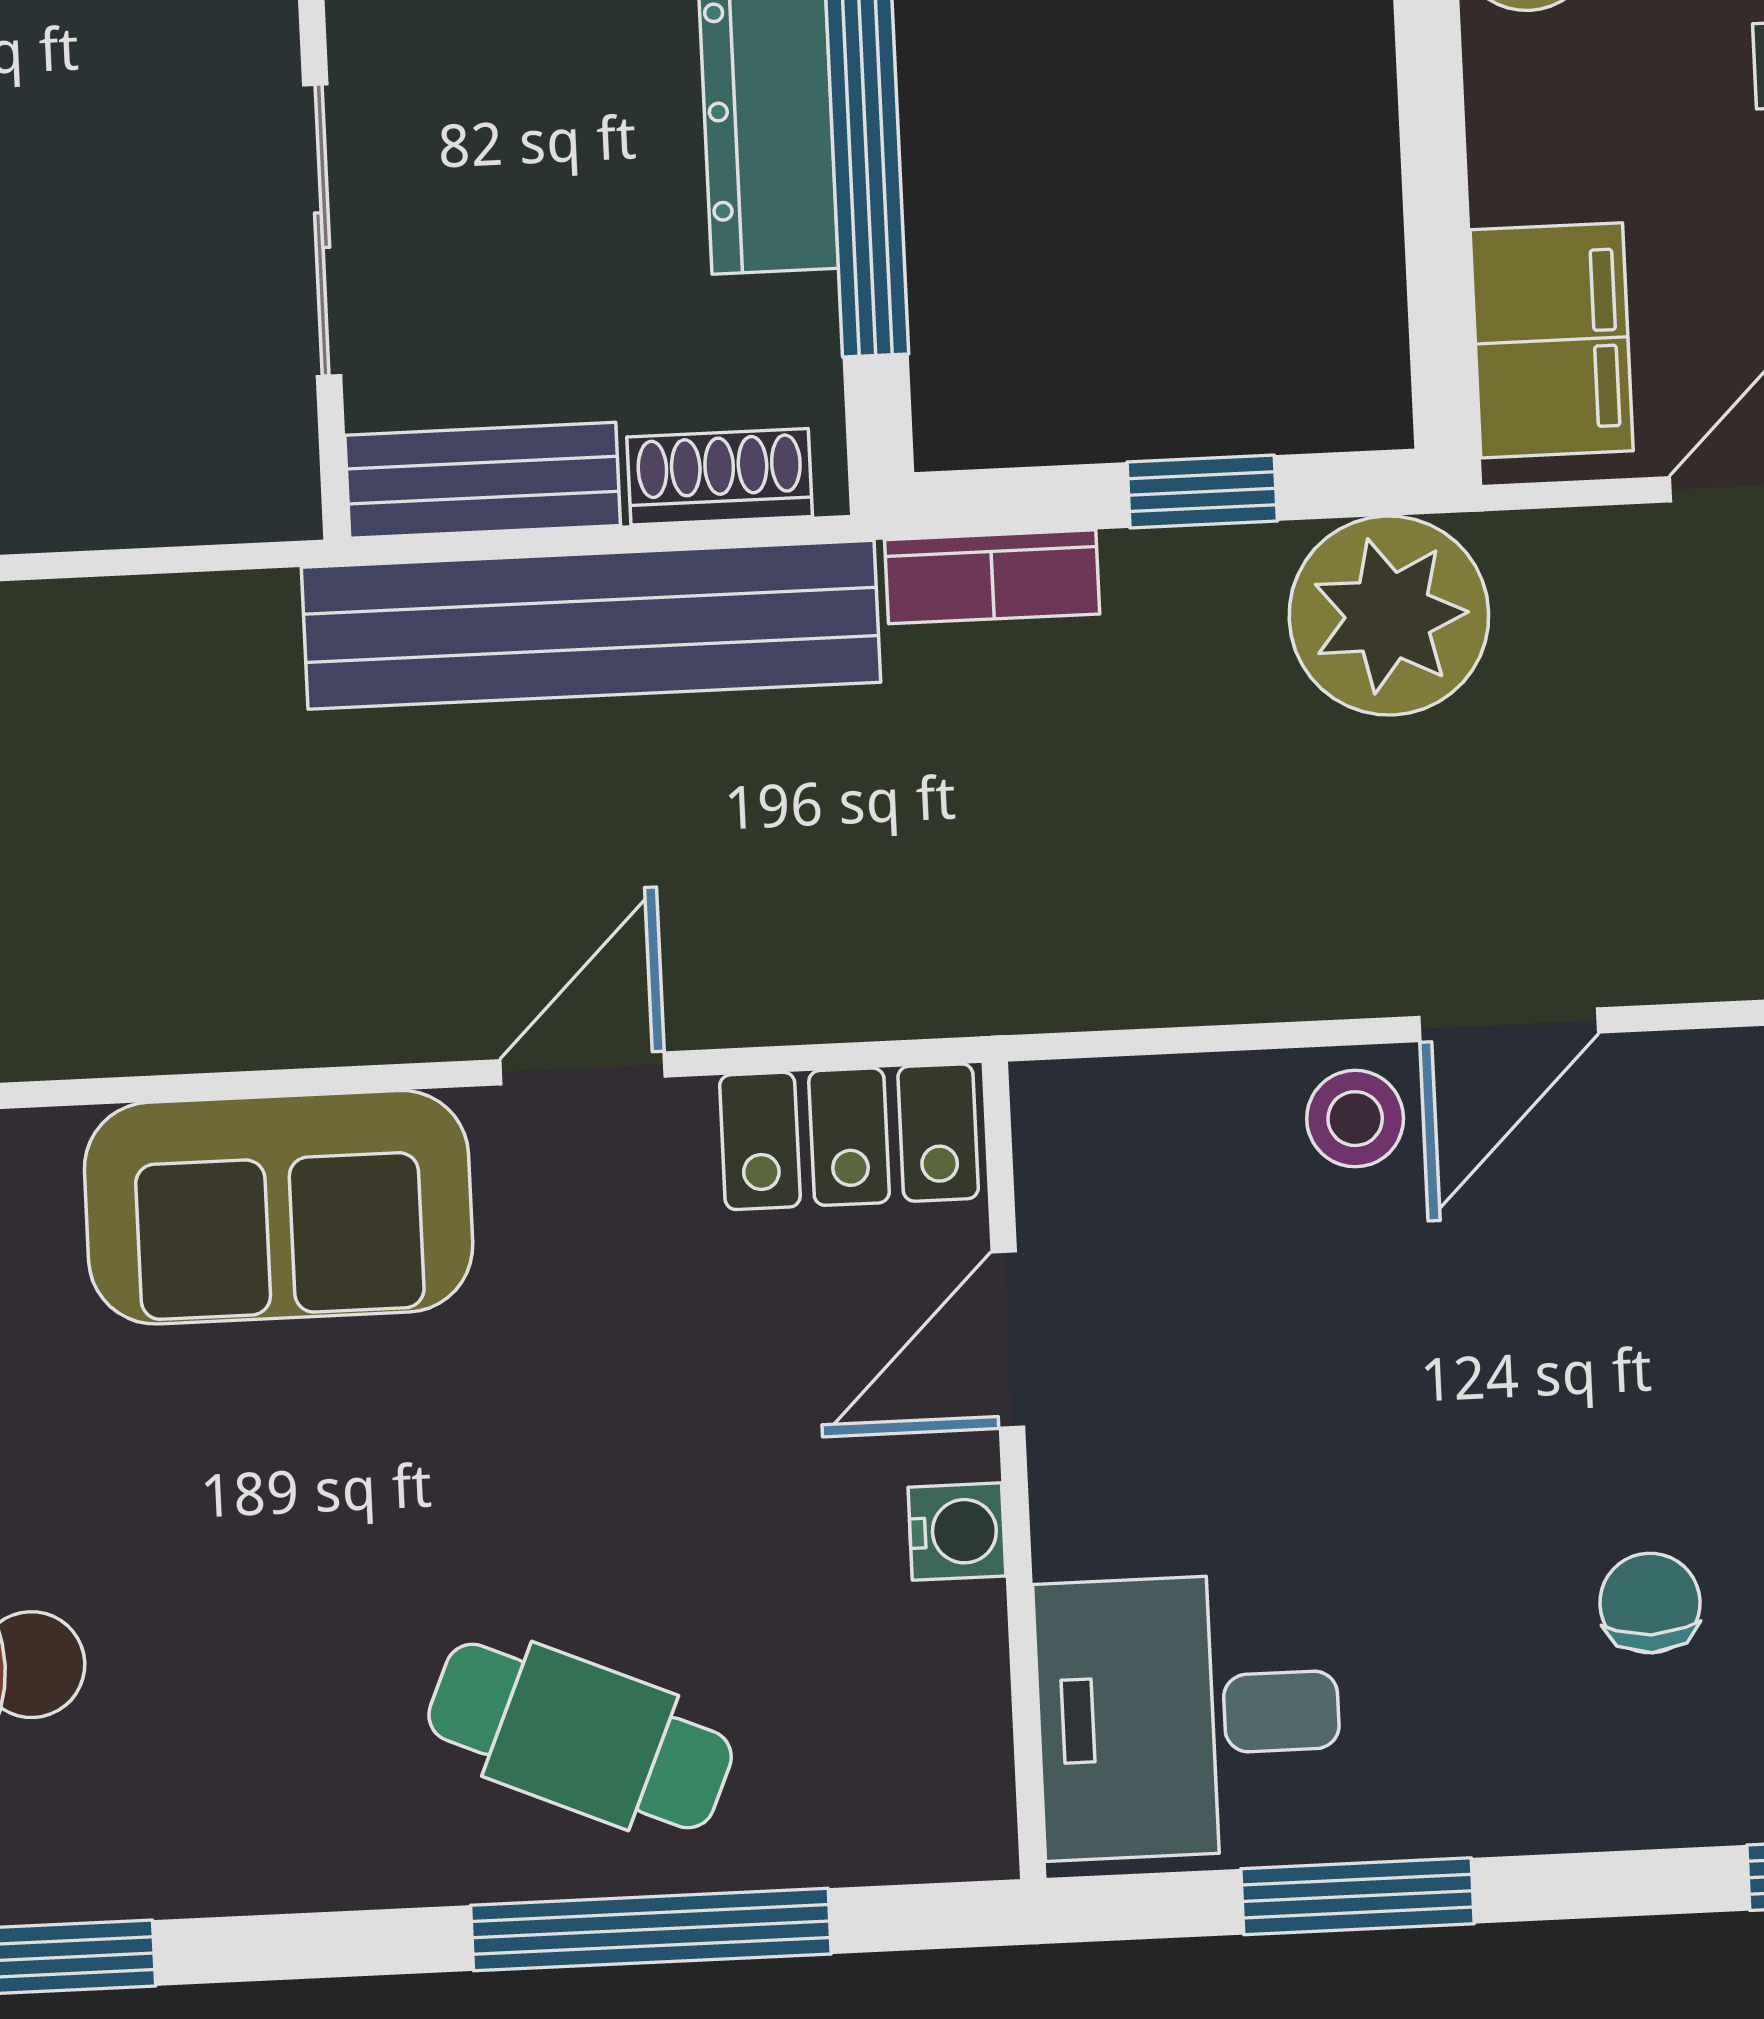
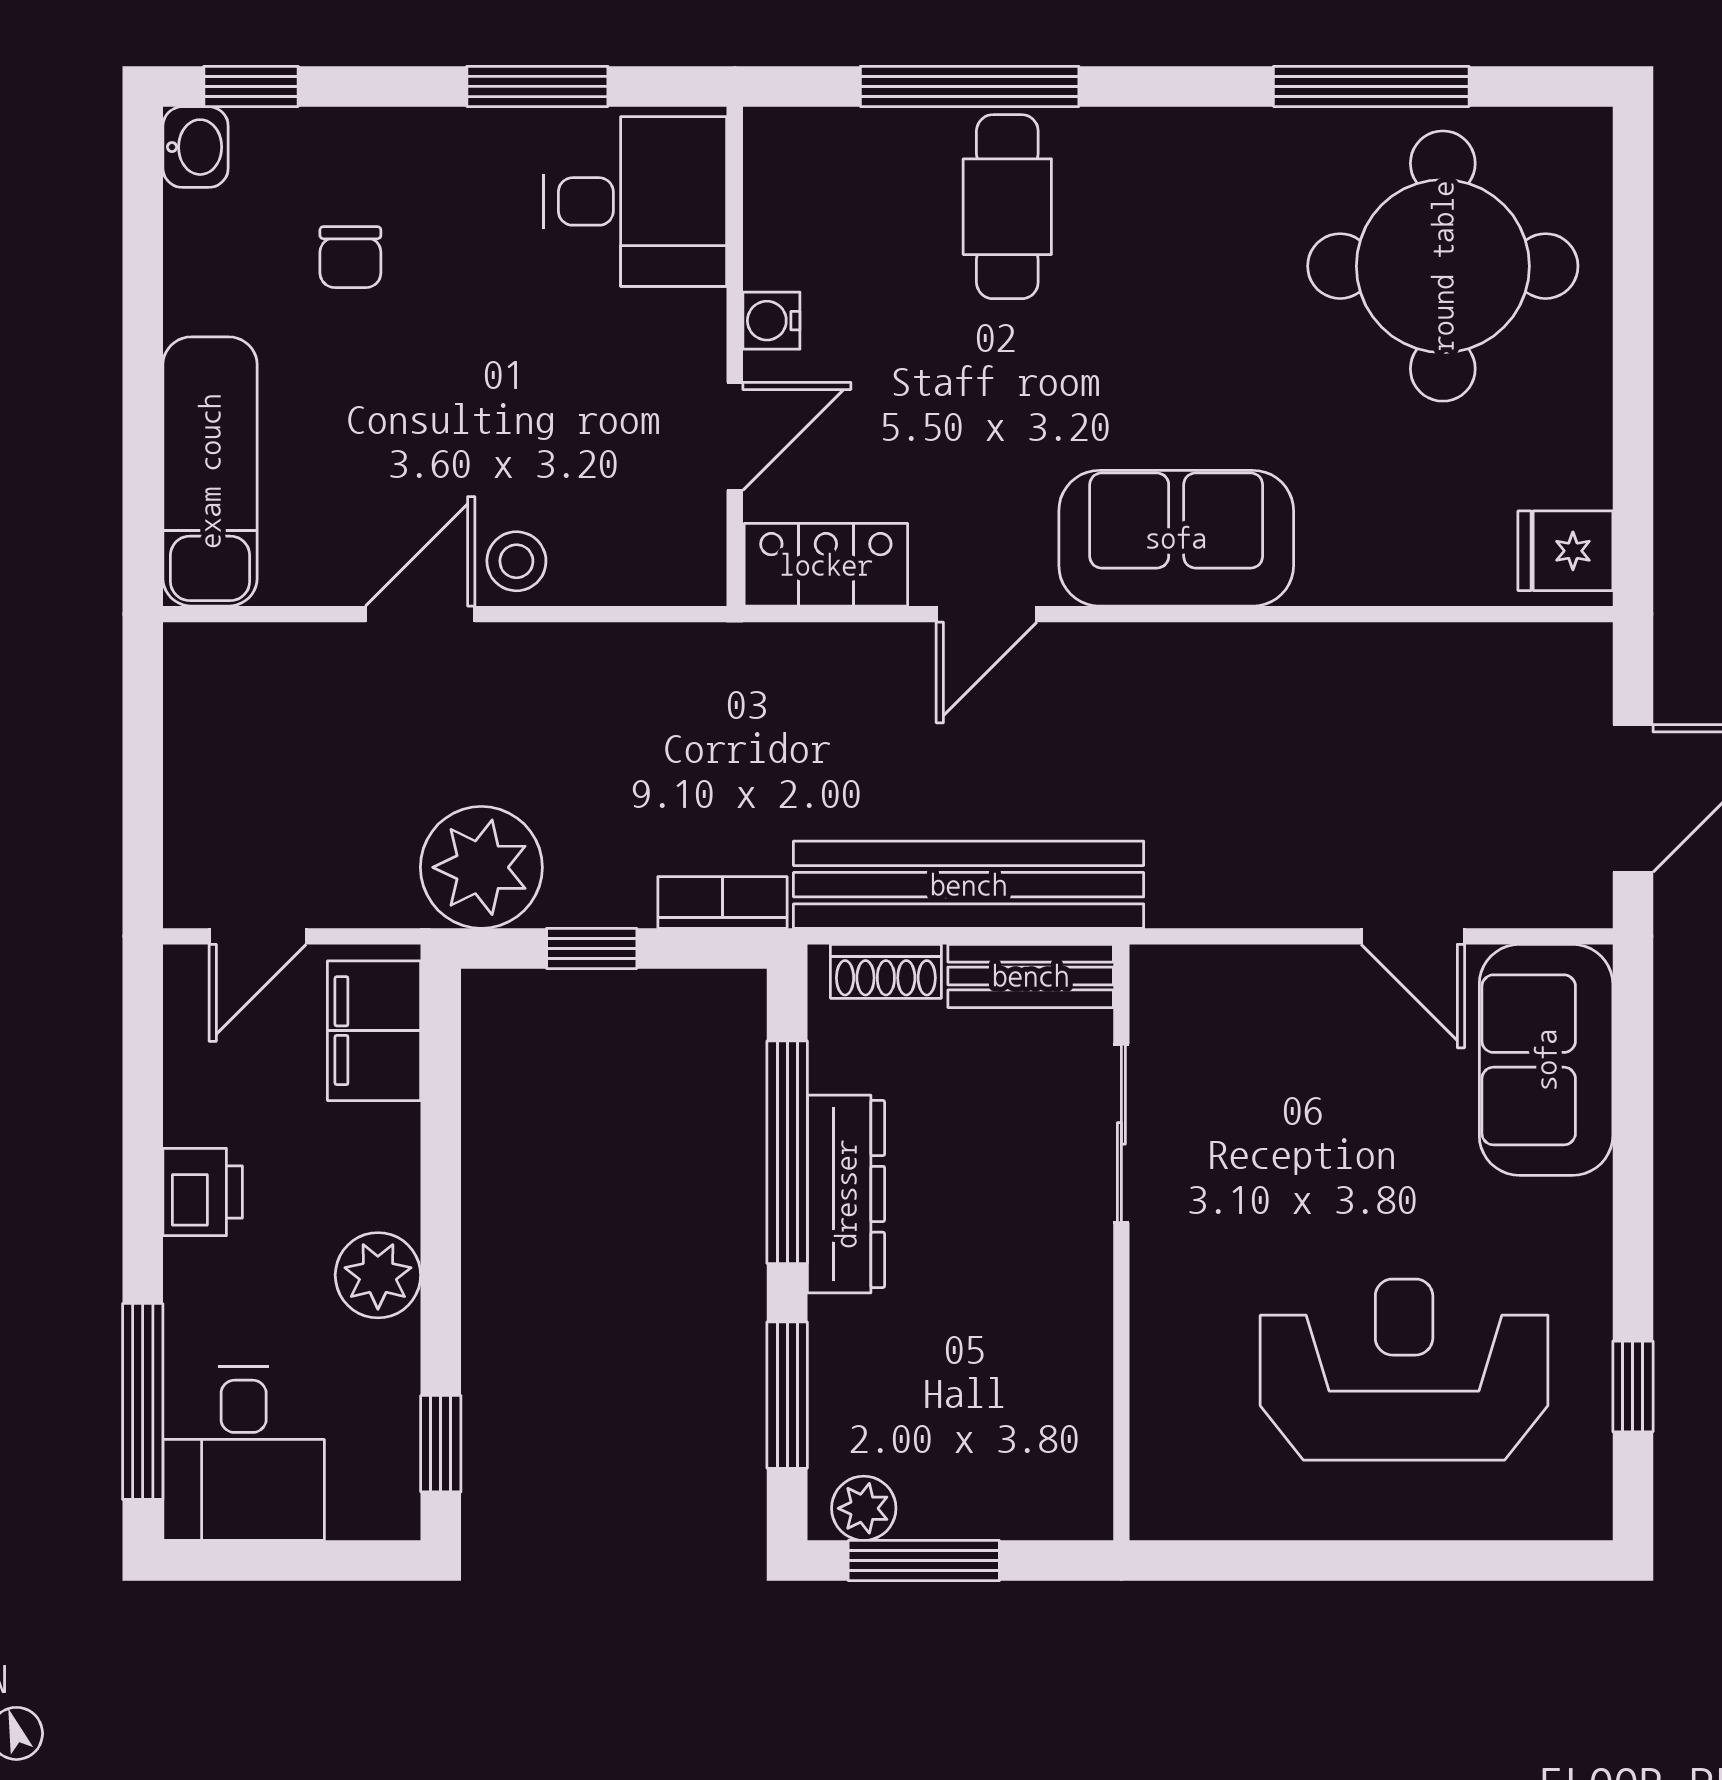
cafe table: (580, 1736) -> (1007, 207), turned 67

